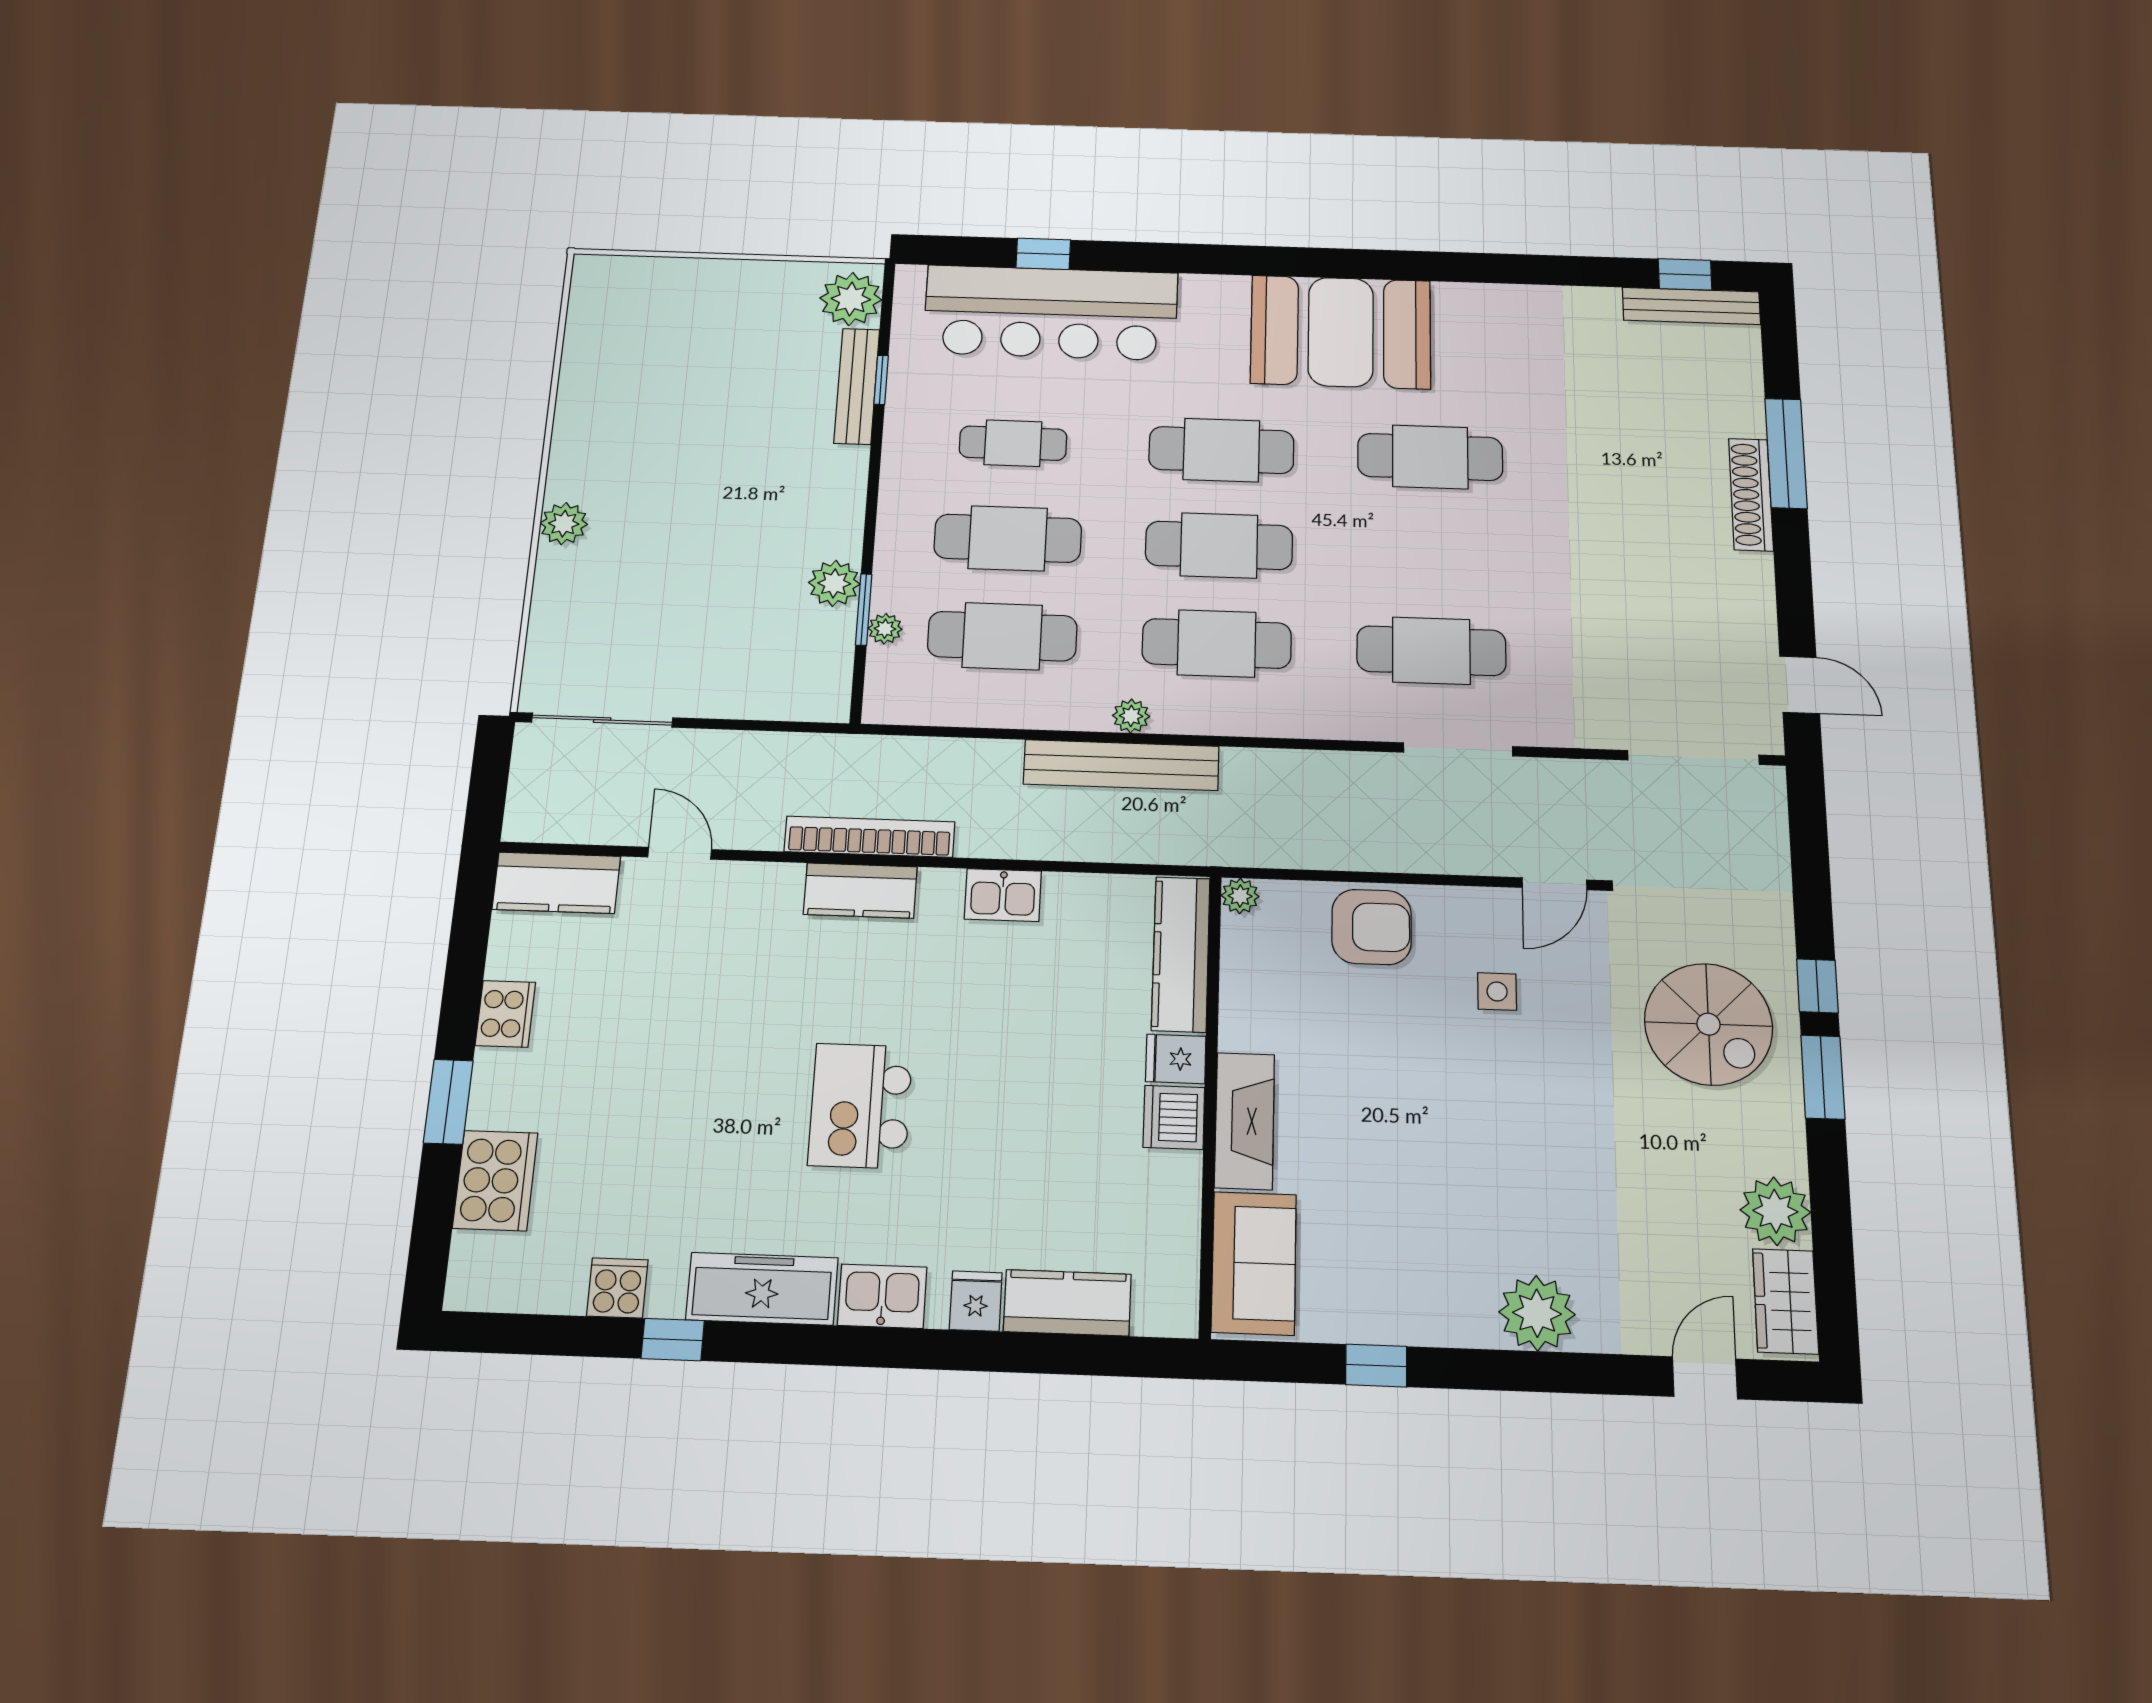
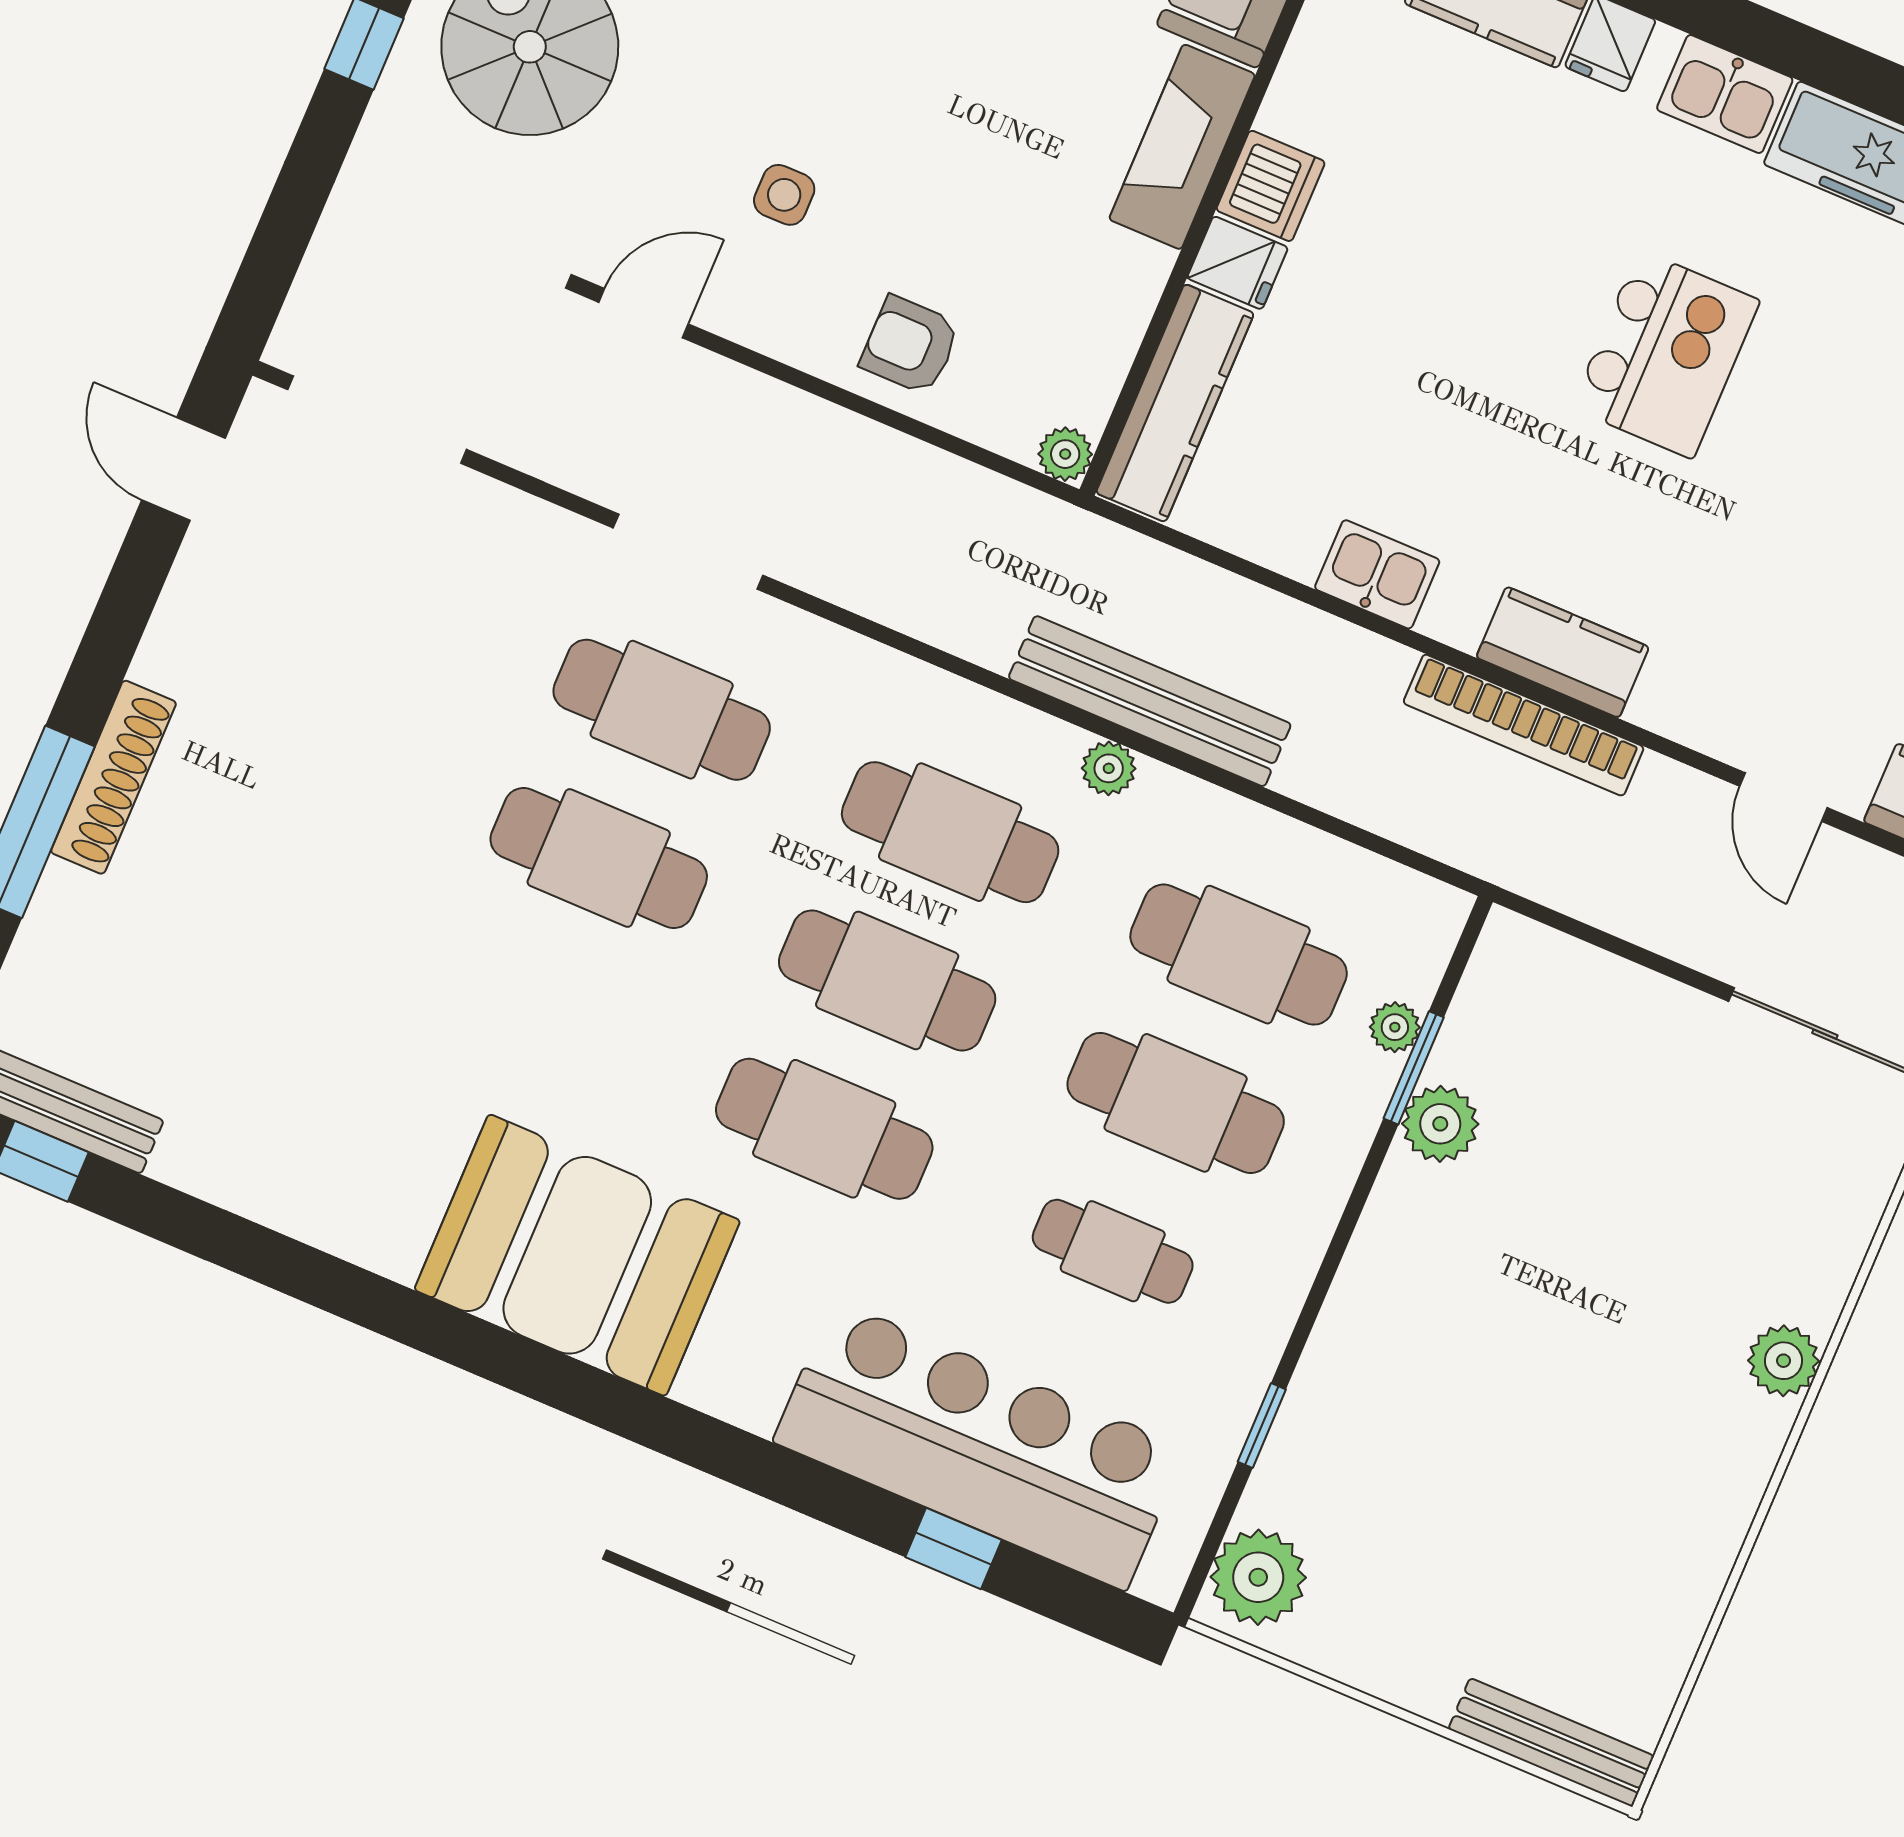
bench: (857, 386) -> (1551, 1742), moved, turned 90
cafe table: (1430, 457) -> (599, 858), moved
armchair: (1372, 927) -> (910, 345), width x0.72, depth x0.72

